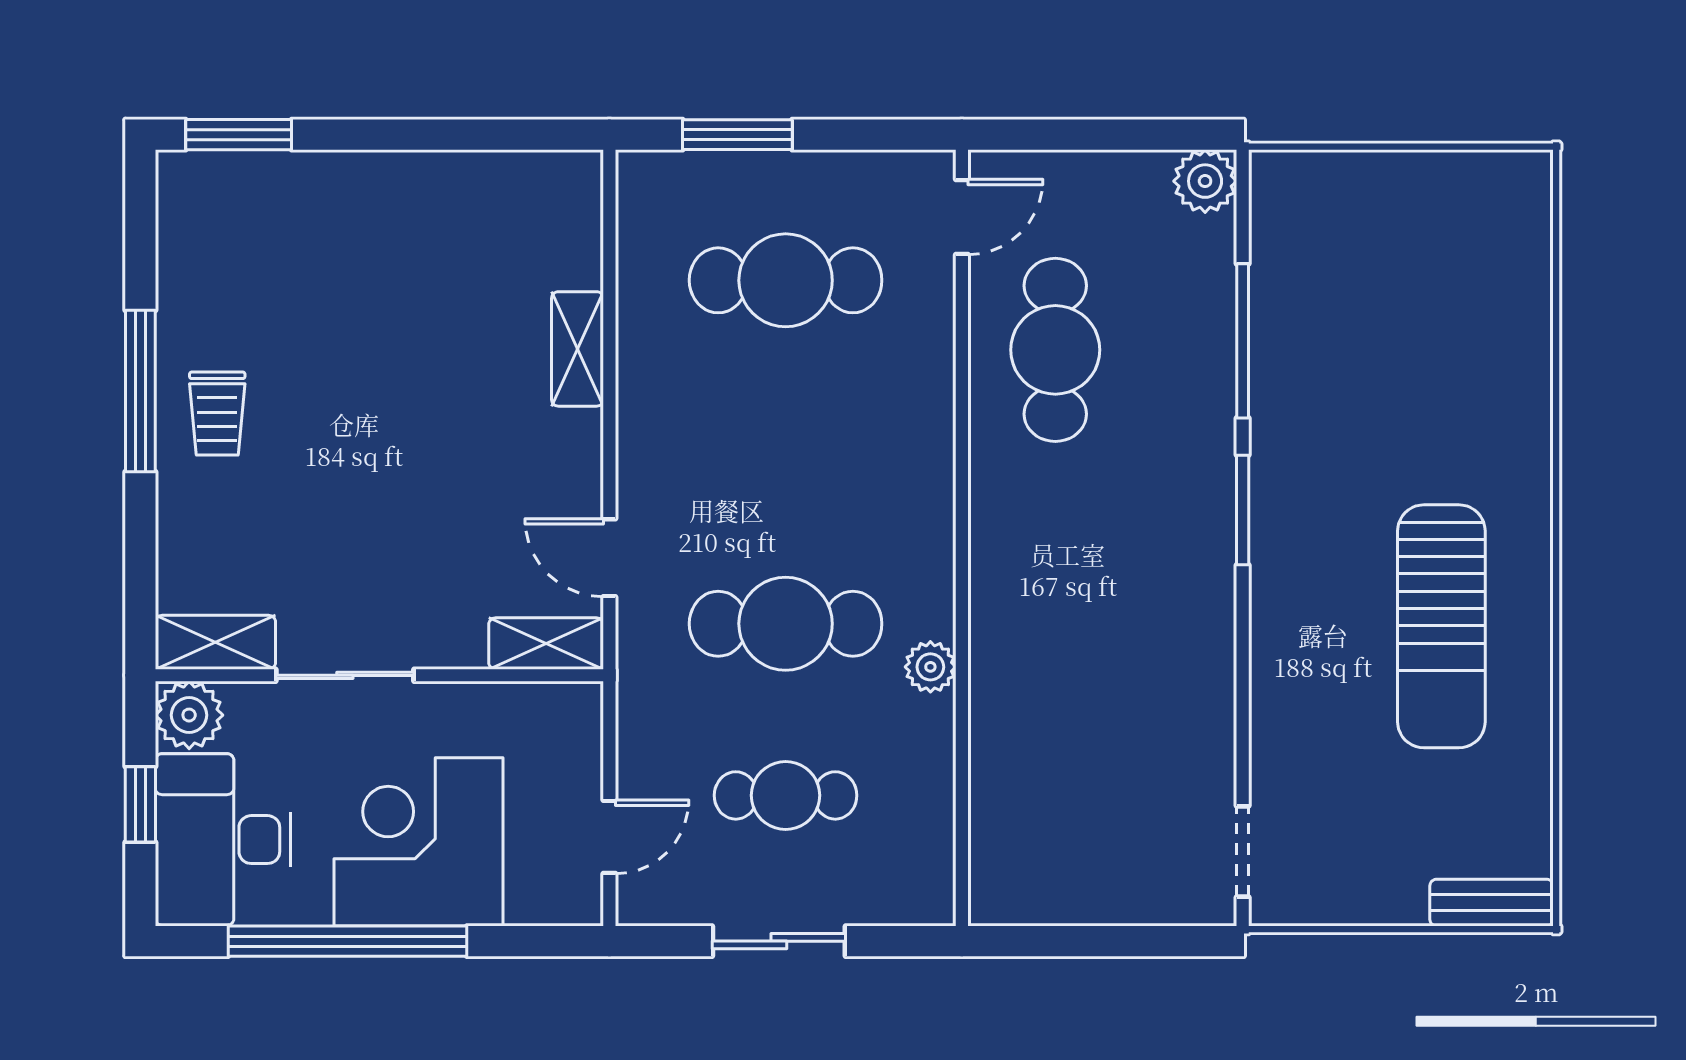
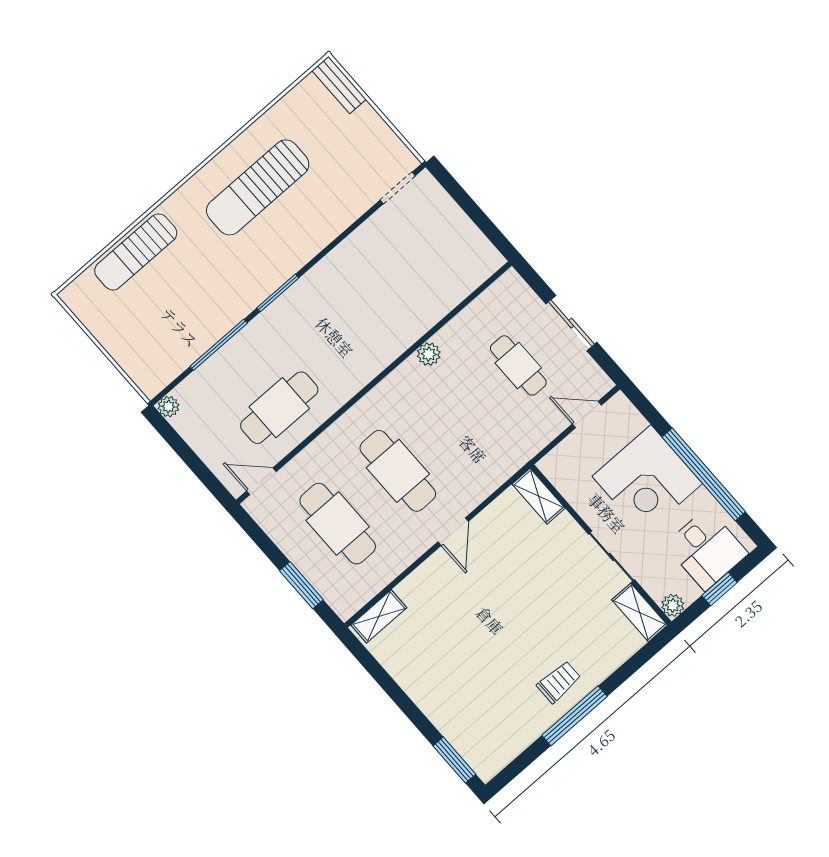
plant: (1205, 181) -> (168, 407), width x0.73, depth x0.73
sun lounger: (1510, 338) -> (136, 252), added
shelving: (577, 349) -> (379, 616), moved
door: (609, 558) -> (453, 532), moved
cafe table: (786, 624) -> (398, 471), moved
sun lounger: (1441, 626) -> (258, 187), turned 180
plant: (189, 715) -> (673, 605), width x0.73, depth x0.73
desk: (223, 840) -> (706, 549), width x0.73

